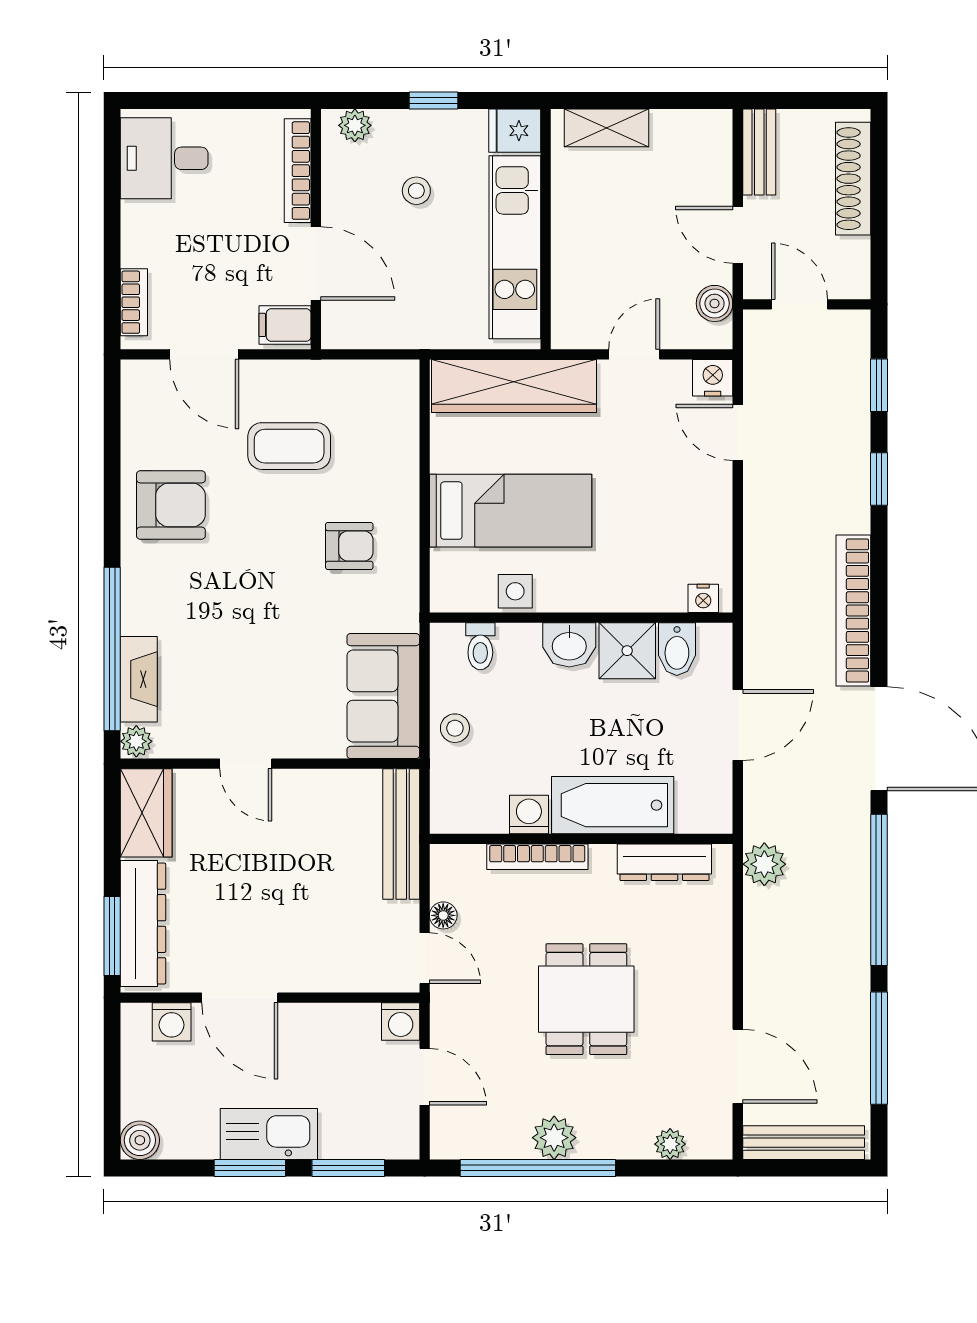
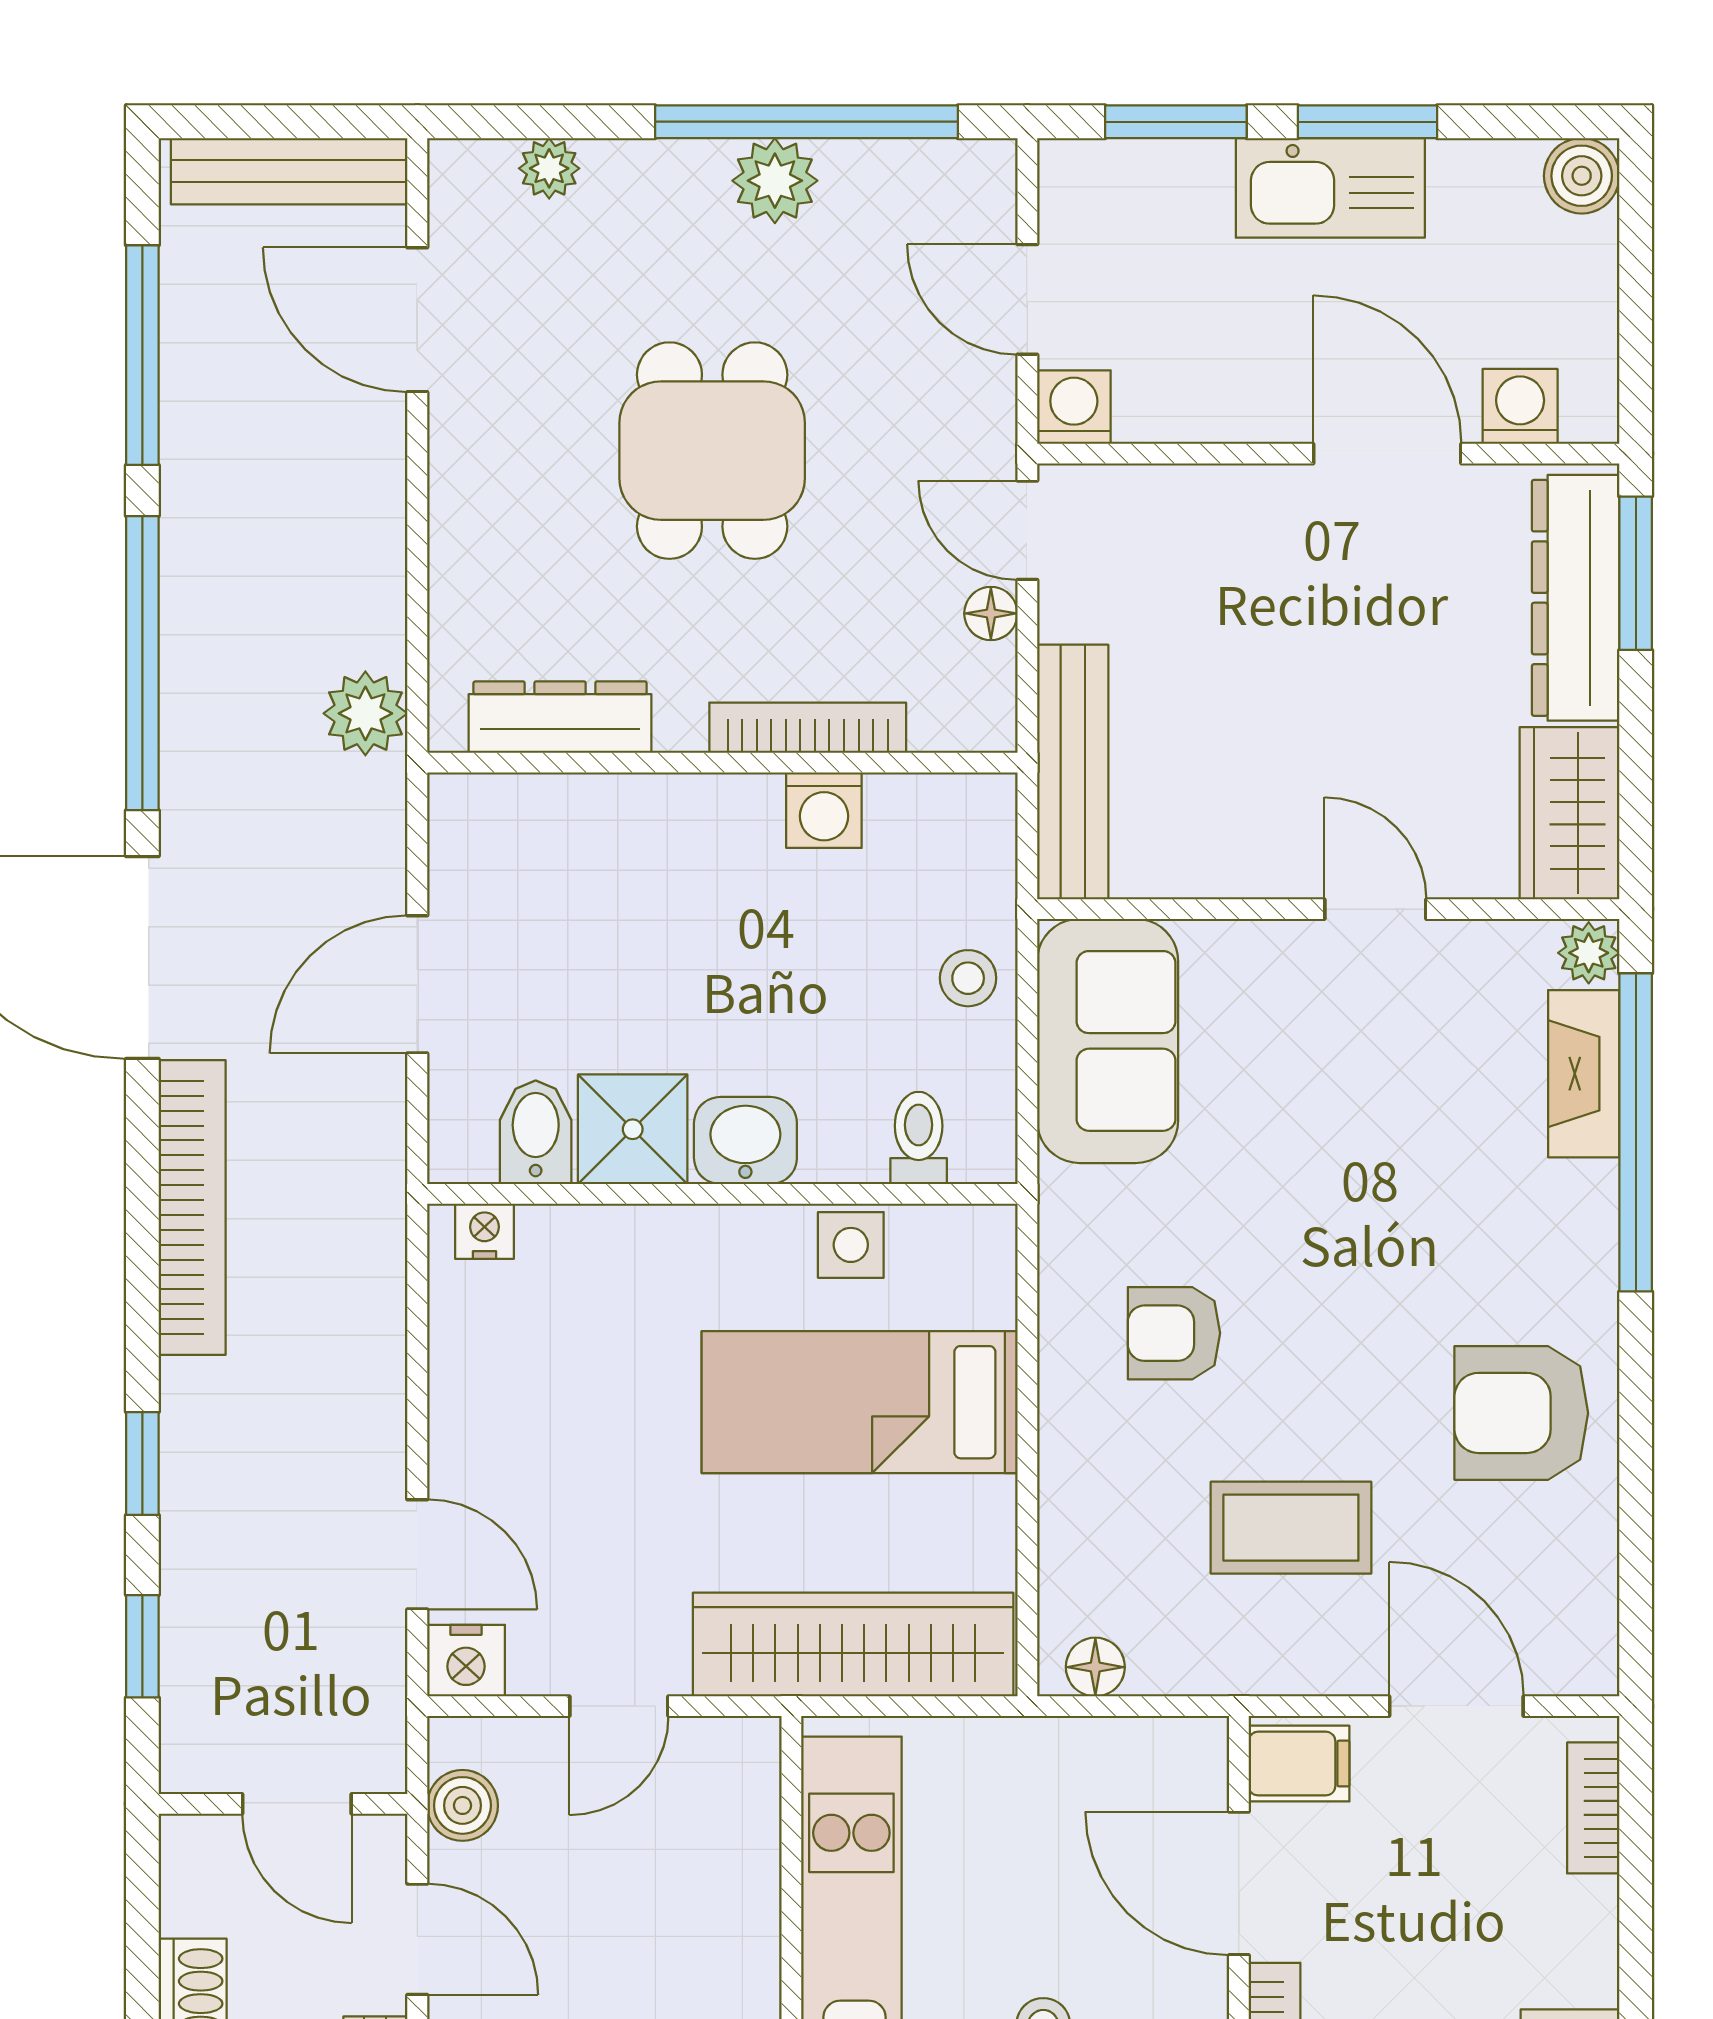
floor lamp: (390, 375) -> (1095, 1667), added
bathtub: (613, 805) -> (661, 828), removed

